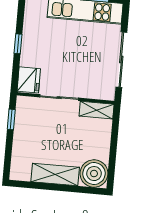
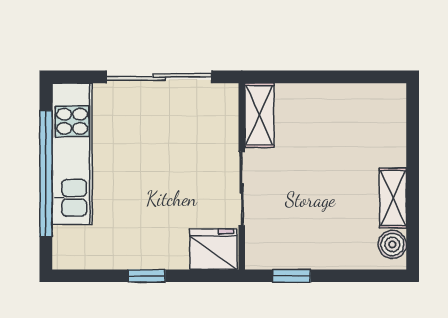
shelving: (55, 174) -> (393, 198), width x0.67, depth x0.75
boiler: (94, 174) -> (392, 244), moved, width x0.54, depth x0.54

